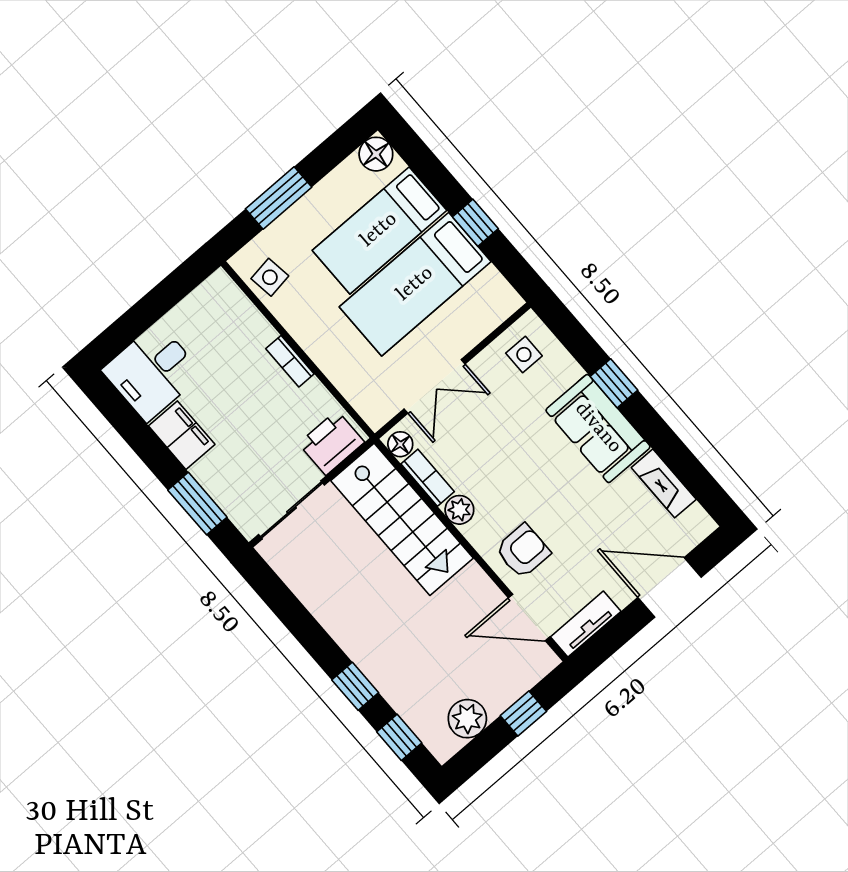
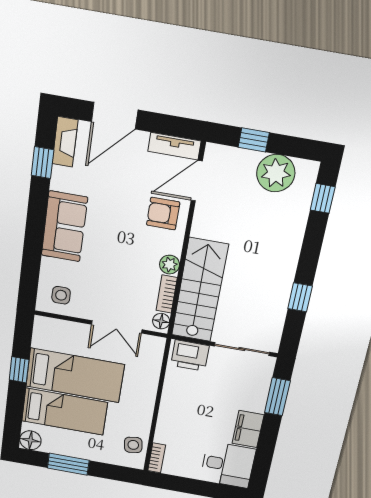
window: (279, 198) -> (68, 464), moved
bookcase: (290, 361) -> (157, 458), moved
window: (614, 383) -> (43, 163), moved
double door: (434, 386) -> (117, 327), swing flipped
fireplace: (664, 483) -> (65, 142), moved
door: (670, 587) -> (115, 116), hinge flipped
door: (529, 617) -> (197, 181), swing flipped
window: (355, 686) -> (300, 297), moved
plant: (467, 719) -> (276, 173), width x1.36, depth x1.36

